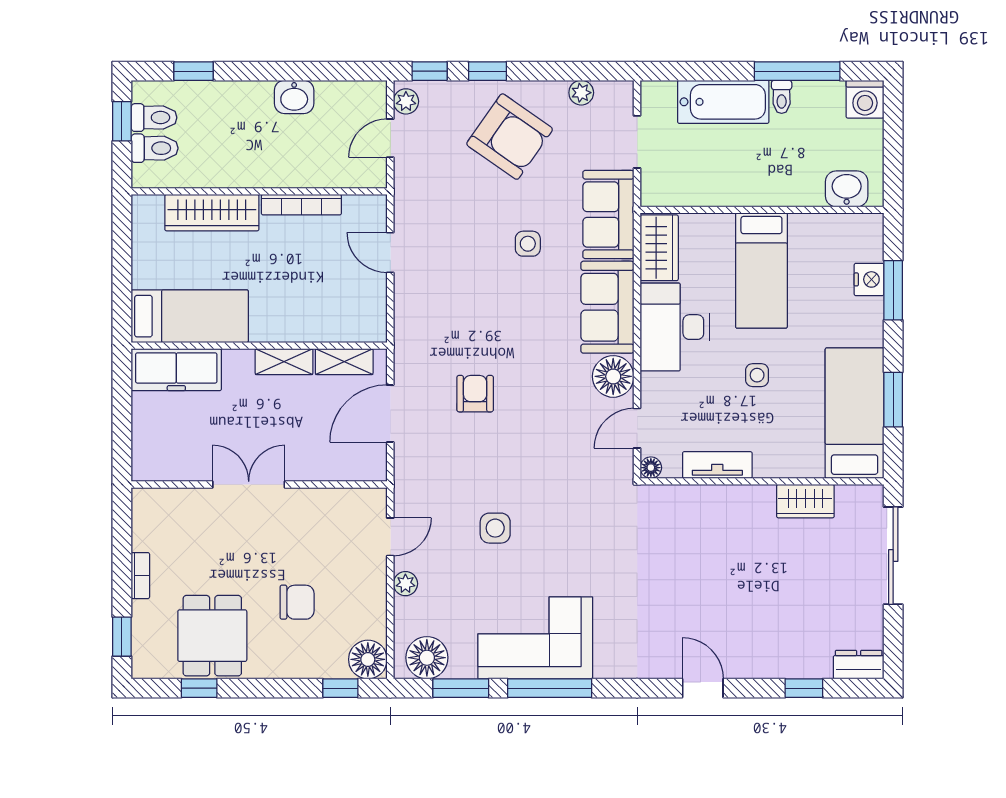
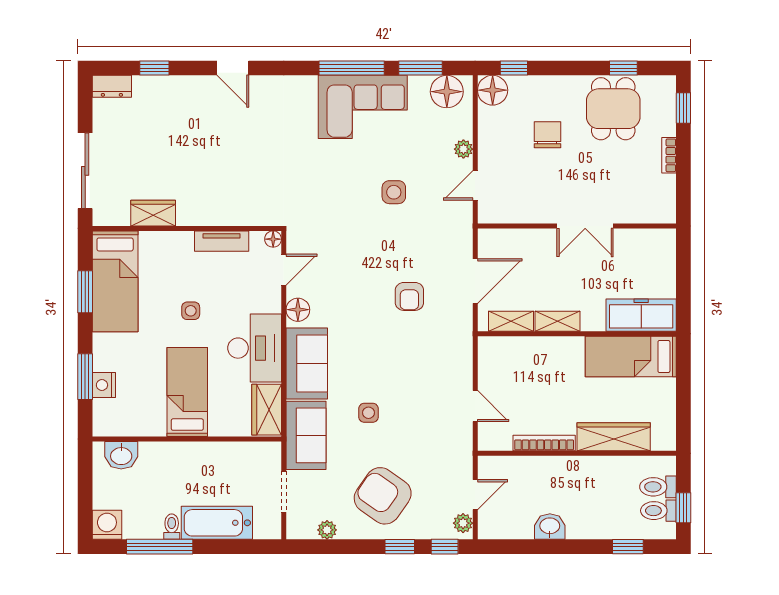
floor lamp: (613, 376) -> (298, 310), width x0.73, depth x0.73
chair: (297, 602) -> (547, 135), turned 90

